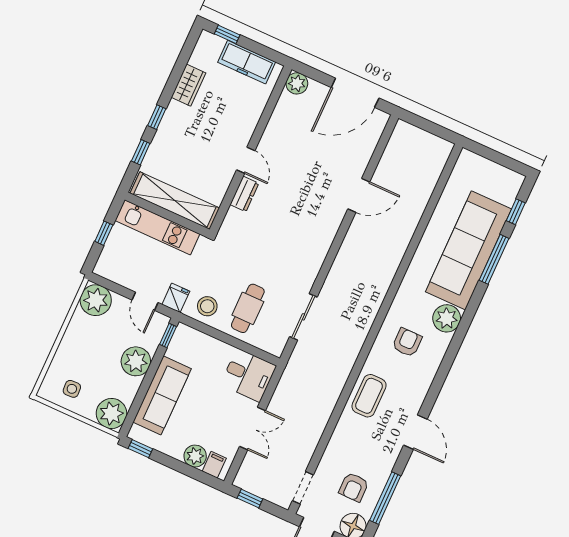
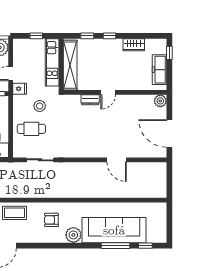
stool: (207, 306) -> (40, 106), moved
armchair: (407, 342) -> (51, 220), turned 180

